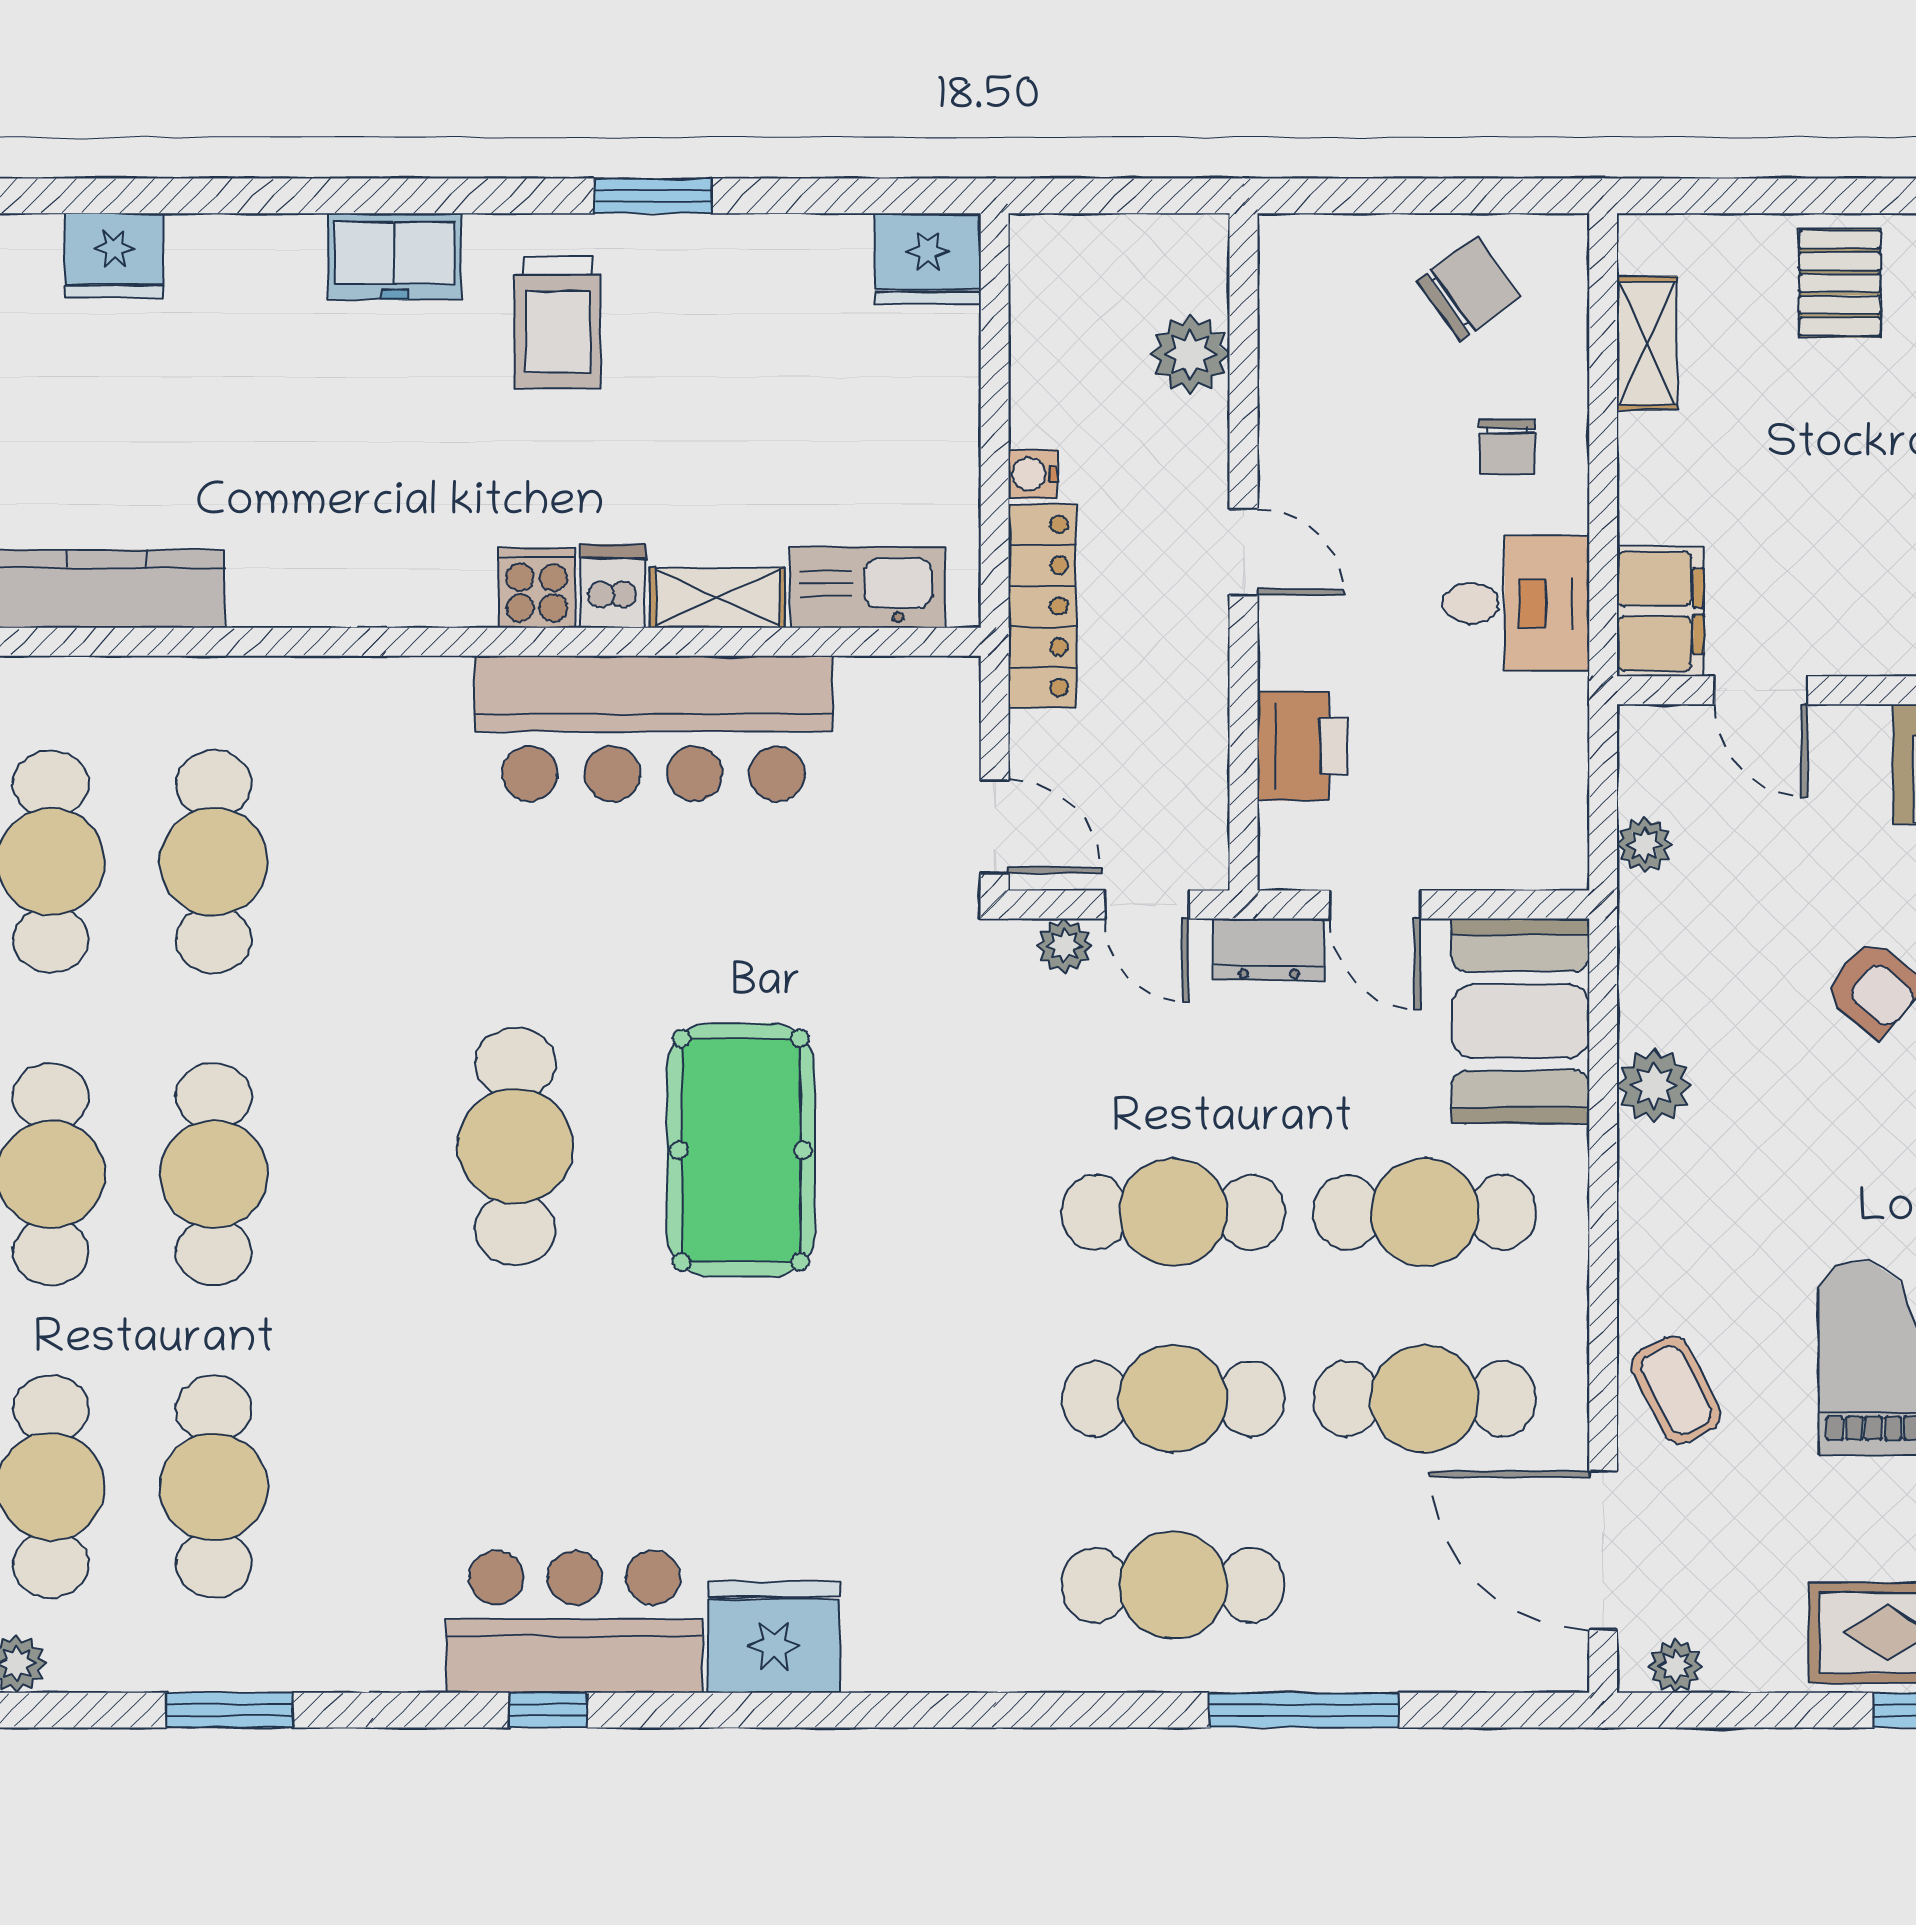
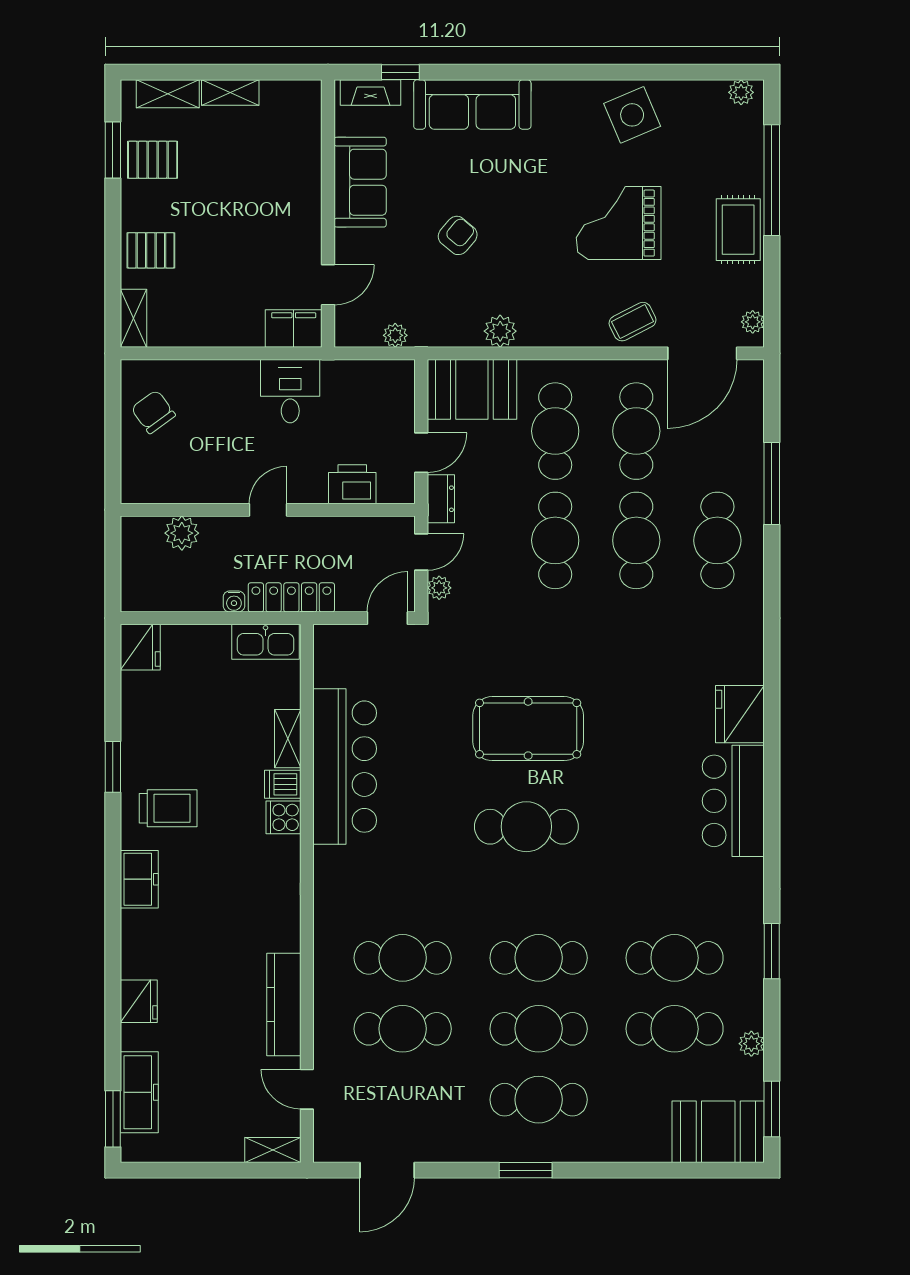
shelving: (1647, 343) -> (134, 318), moved, turned 90
chair: (1507, 447) -> (222, 395), removed
kitchen sink: (867, 587) -> (266, 642), moved, turned -90
window: (548, 1710) -> (772, 812), removed

